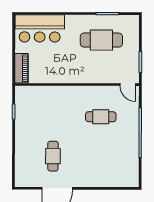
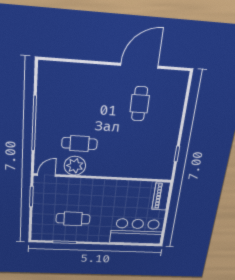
cafe table: (101, 40) -> (73, 219), width x0.73, depth x0.74
door: (128, 85) -> (46, 175), hinge flipped
plant: (103, 95) -> (75, 166), added

